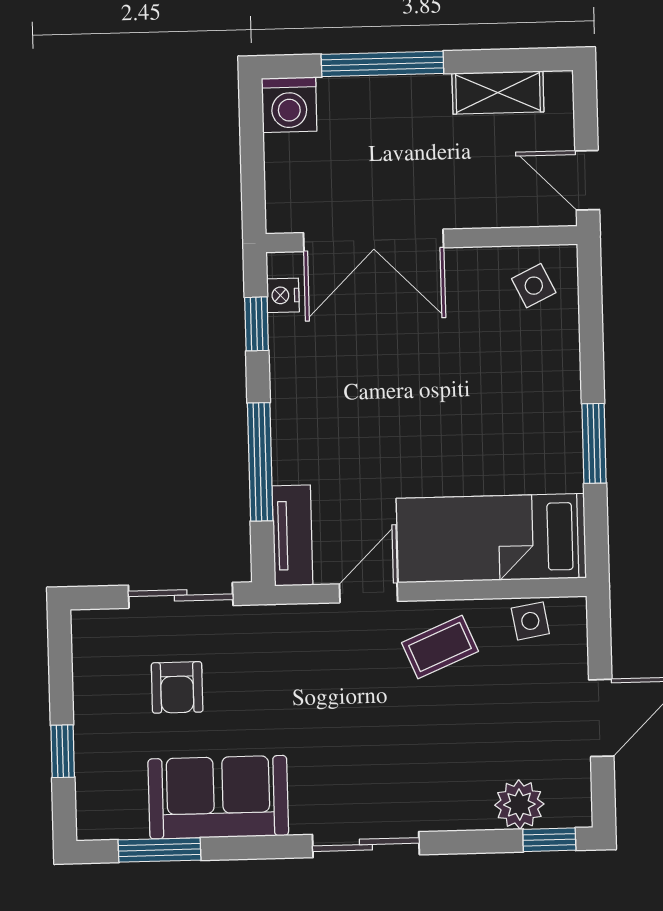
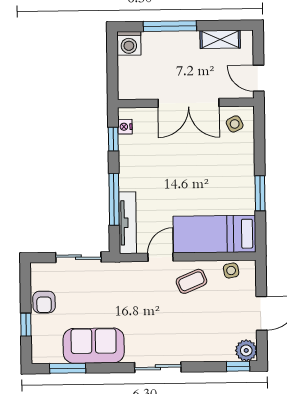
double door: (374, 240) -> (188, 103), moved
tv unit: (292, 536) -> (128, 223), width x1.41
armchair: (177, 687) -> (44, 302), moved
plant: (519, 805) -> (246, 350), moved

